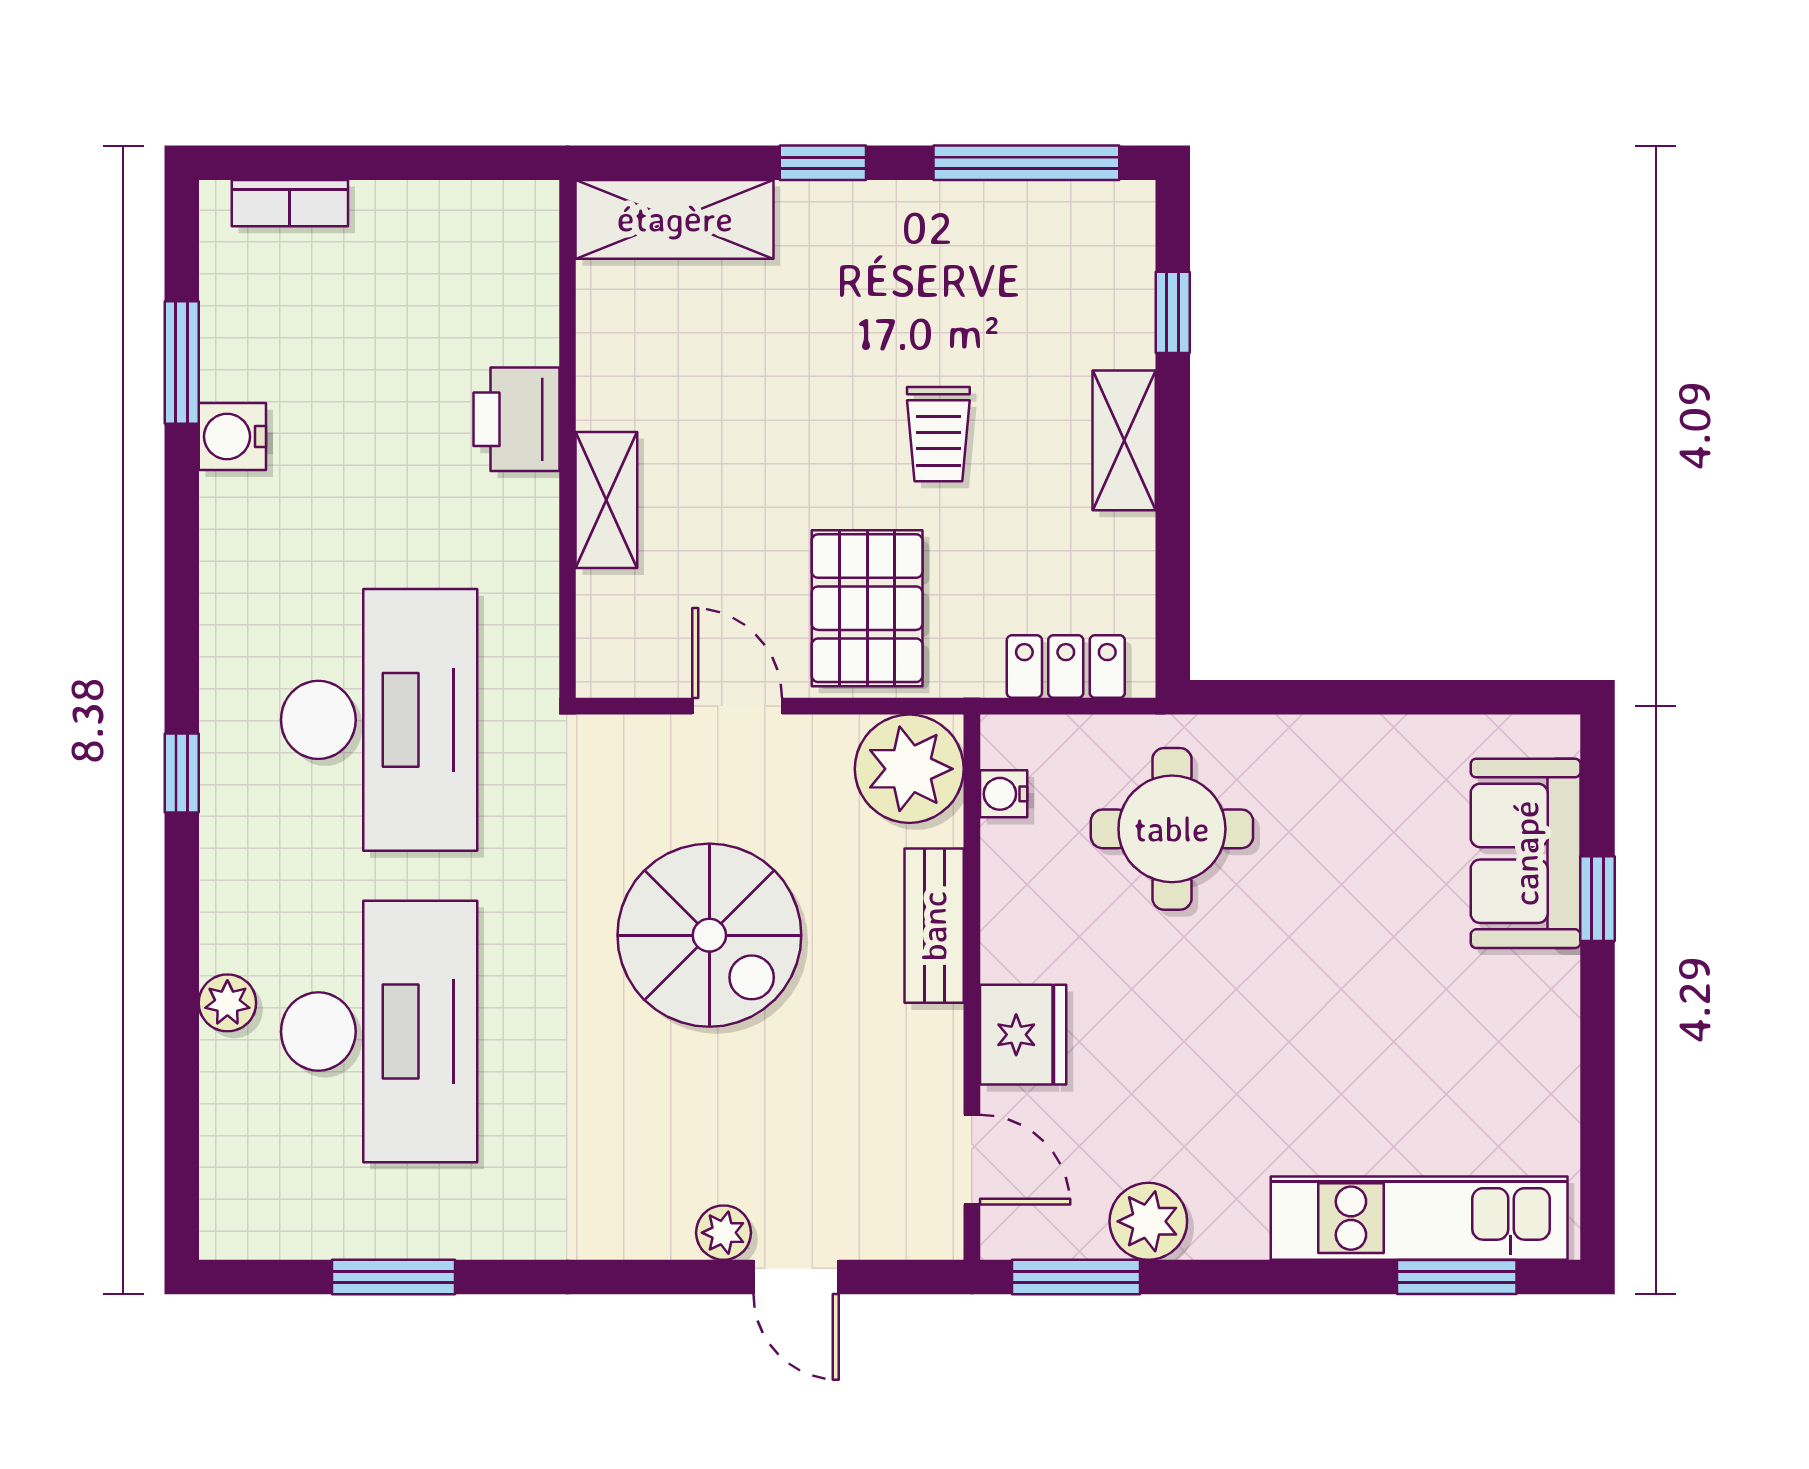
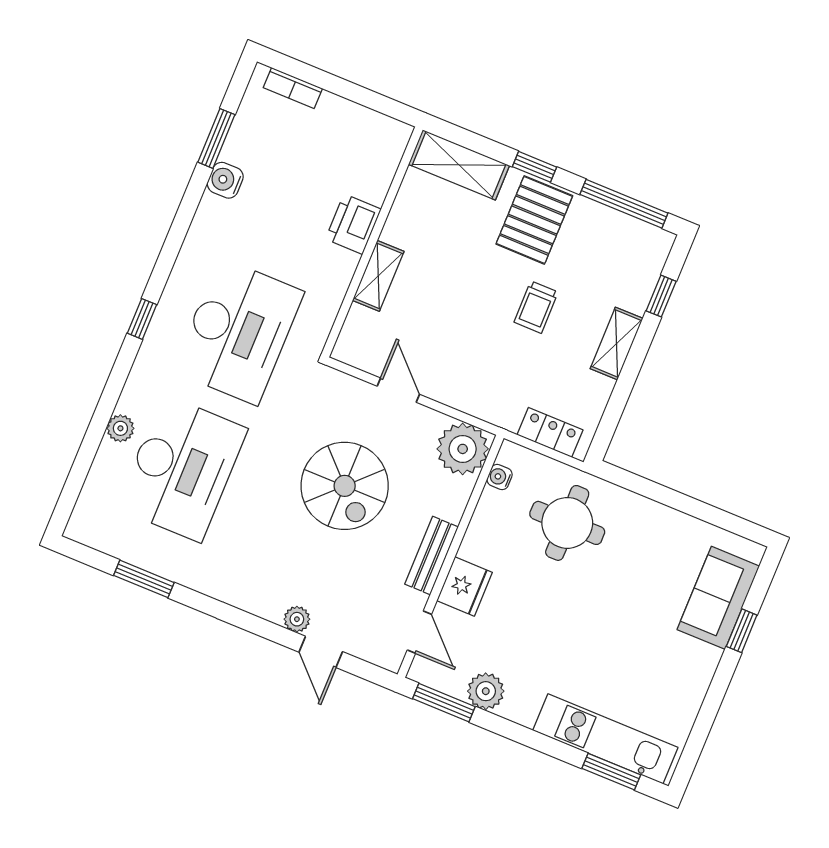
pallet: (867, 608) -> (534, 220), moved
bench: (934, 926) -> (432, 555), moved

